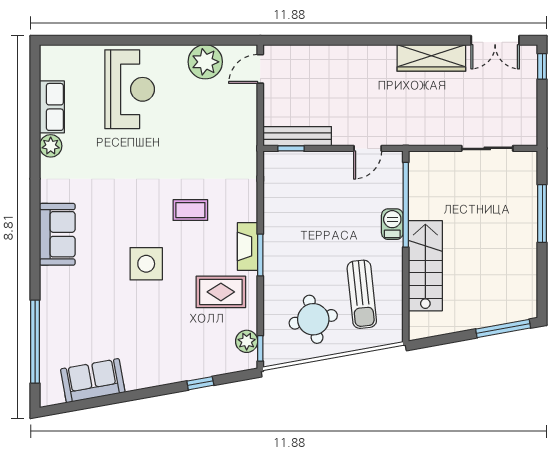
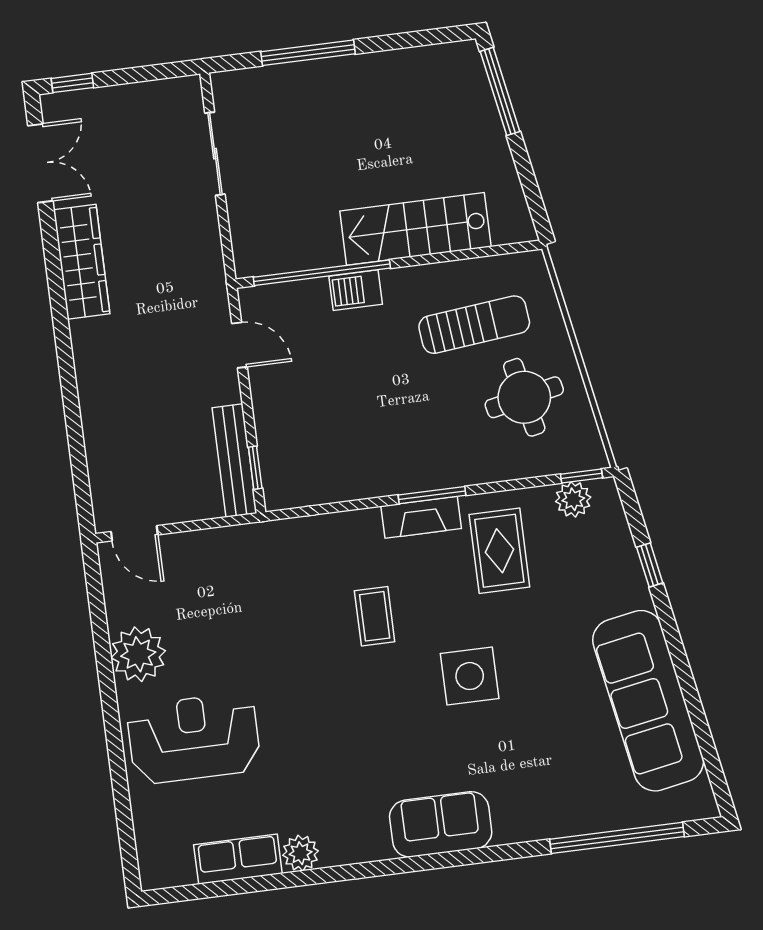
plant: (205, 62) -> (138, 654), moved
sofa: (93, 381) -> (648, 701), width x1.85, depth x1.27

